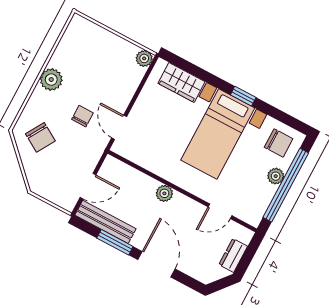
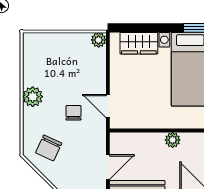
chair: (40, 137) -> (49, 148), turned 84

